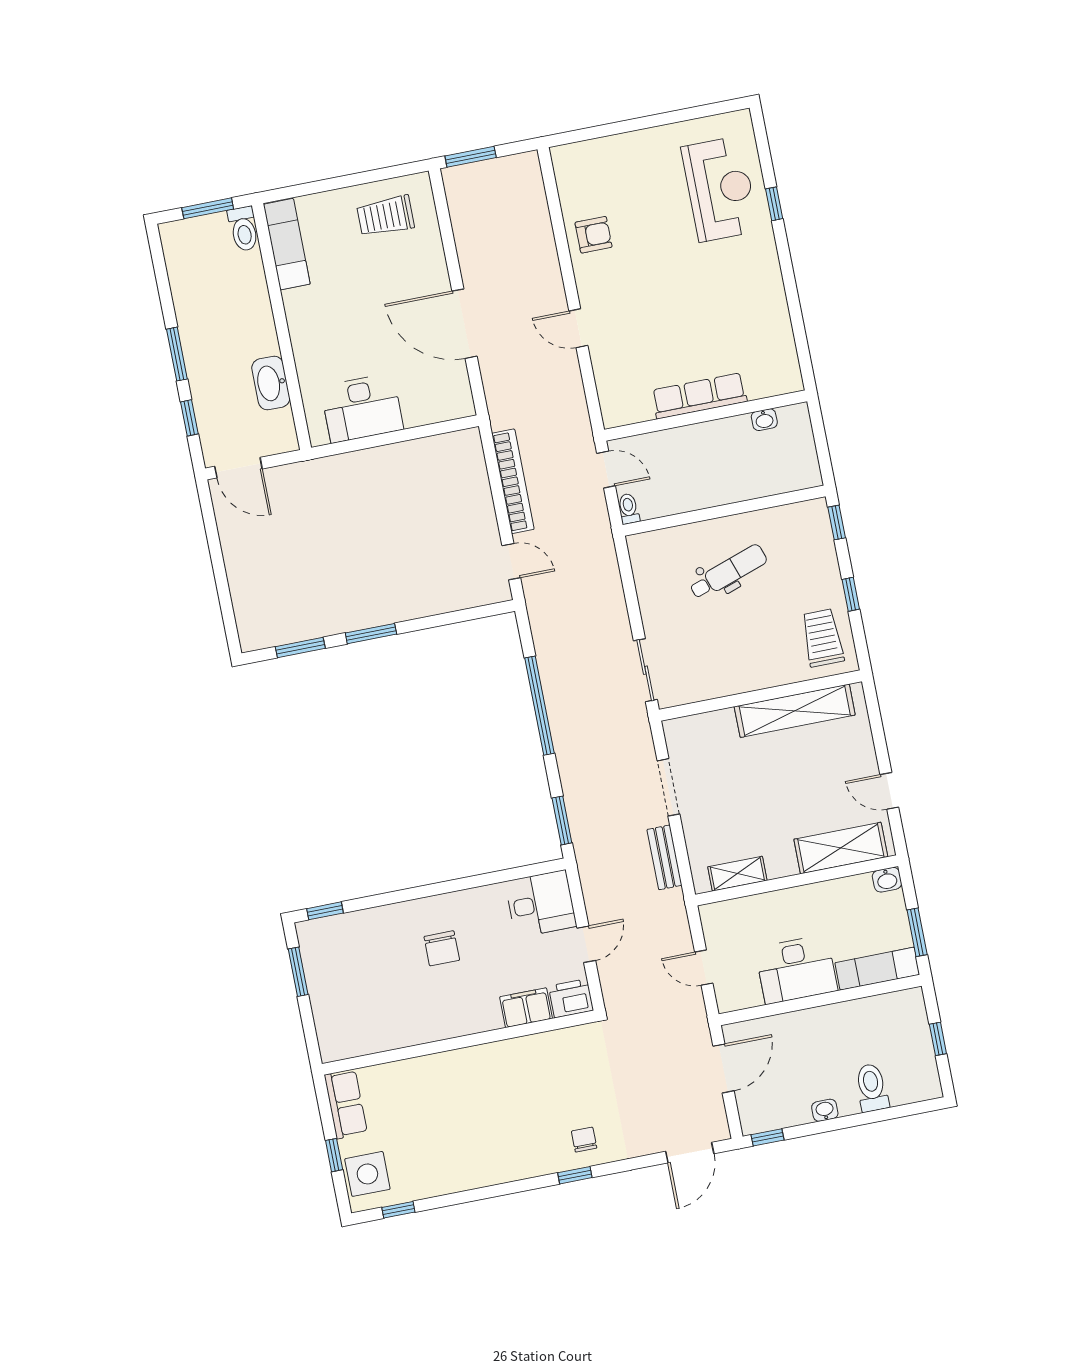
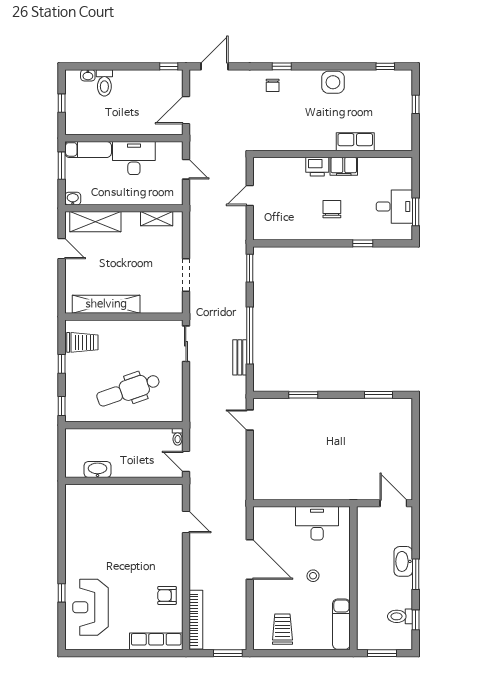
trolley: (386, 216) -> (282, 629), turned -90
toilet: (243, 229) -> (400, 616), moved, turned -90
stool: (351, 317) -> (313, 576), added
door: (578, 328) -> (186, 522), moved
washbasin: (271, 383) -> (403, 561), moved, turned 180
row of seats: (699, 396) -> (156, 641), moved, turned 180
window: (189, 418) -> (416, 620), moved
washbasin: (764, 420) -> (98, 470), width x1.91, depth x1.45
bookcase: (513, 481) -> (196, 620), moved, turned 180
dental chair: (728, 572) -> (128, 390), width x1.36, depth x1.38
window: (371, 634) -> (303, 395), moved
trolley: (823, 638) -> (82, 342), turned -90
bench: (664, 857) -> (240, 357), moved
desk: (541, 904) -> (394, 207), moved, turned 180
window: (325, 911) -> (363, 243), moved
printer: (571, 998) -> (317, 167), moved
filing cabinet: (526, 1008) -> (344, 166), moved
row of seats: (346, 1104) -> (355, 142), moved, turned 90
washbasin: (825, 1110) -> (88, 75), moved
side table: (367, 1174) -> (333, 82), moved

